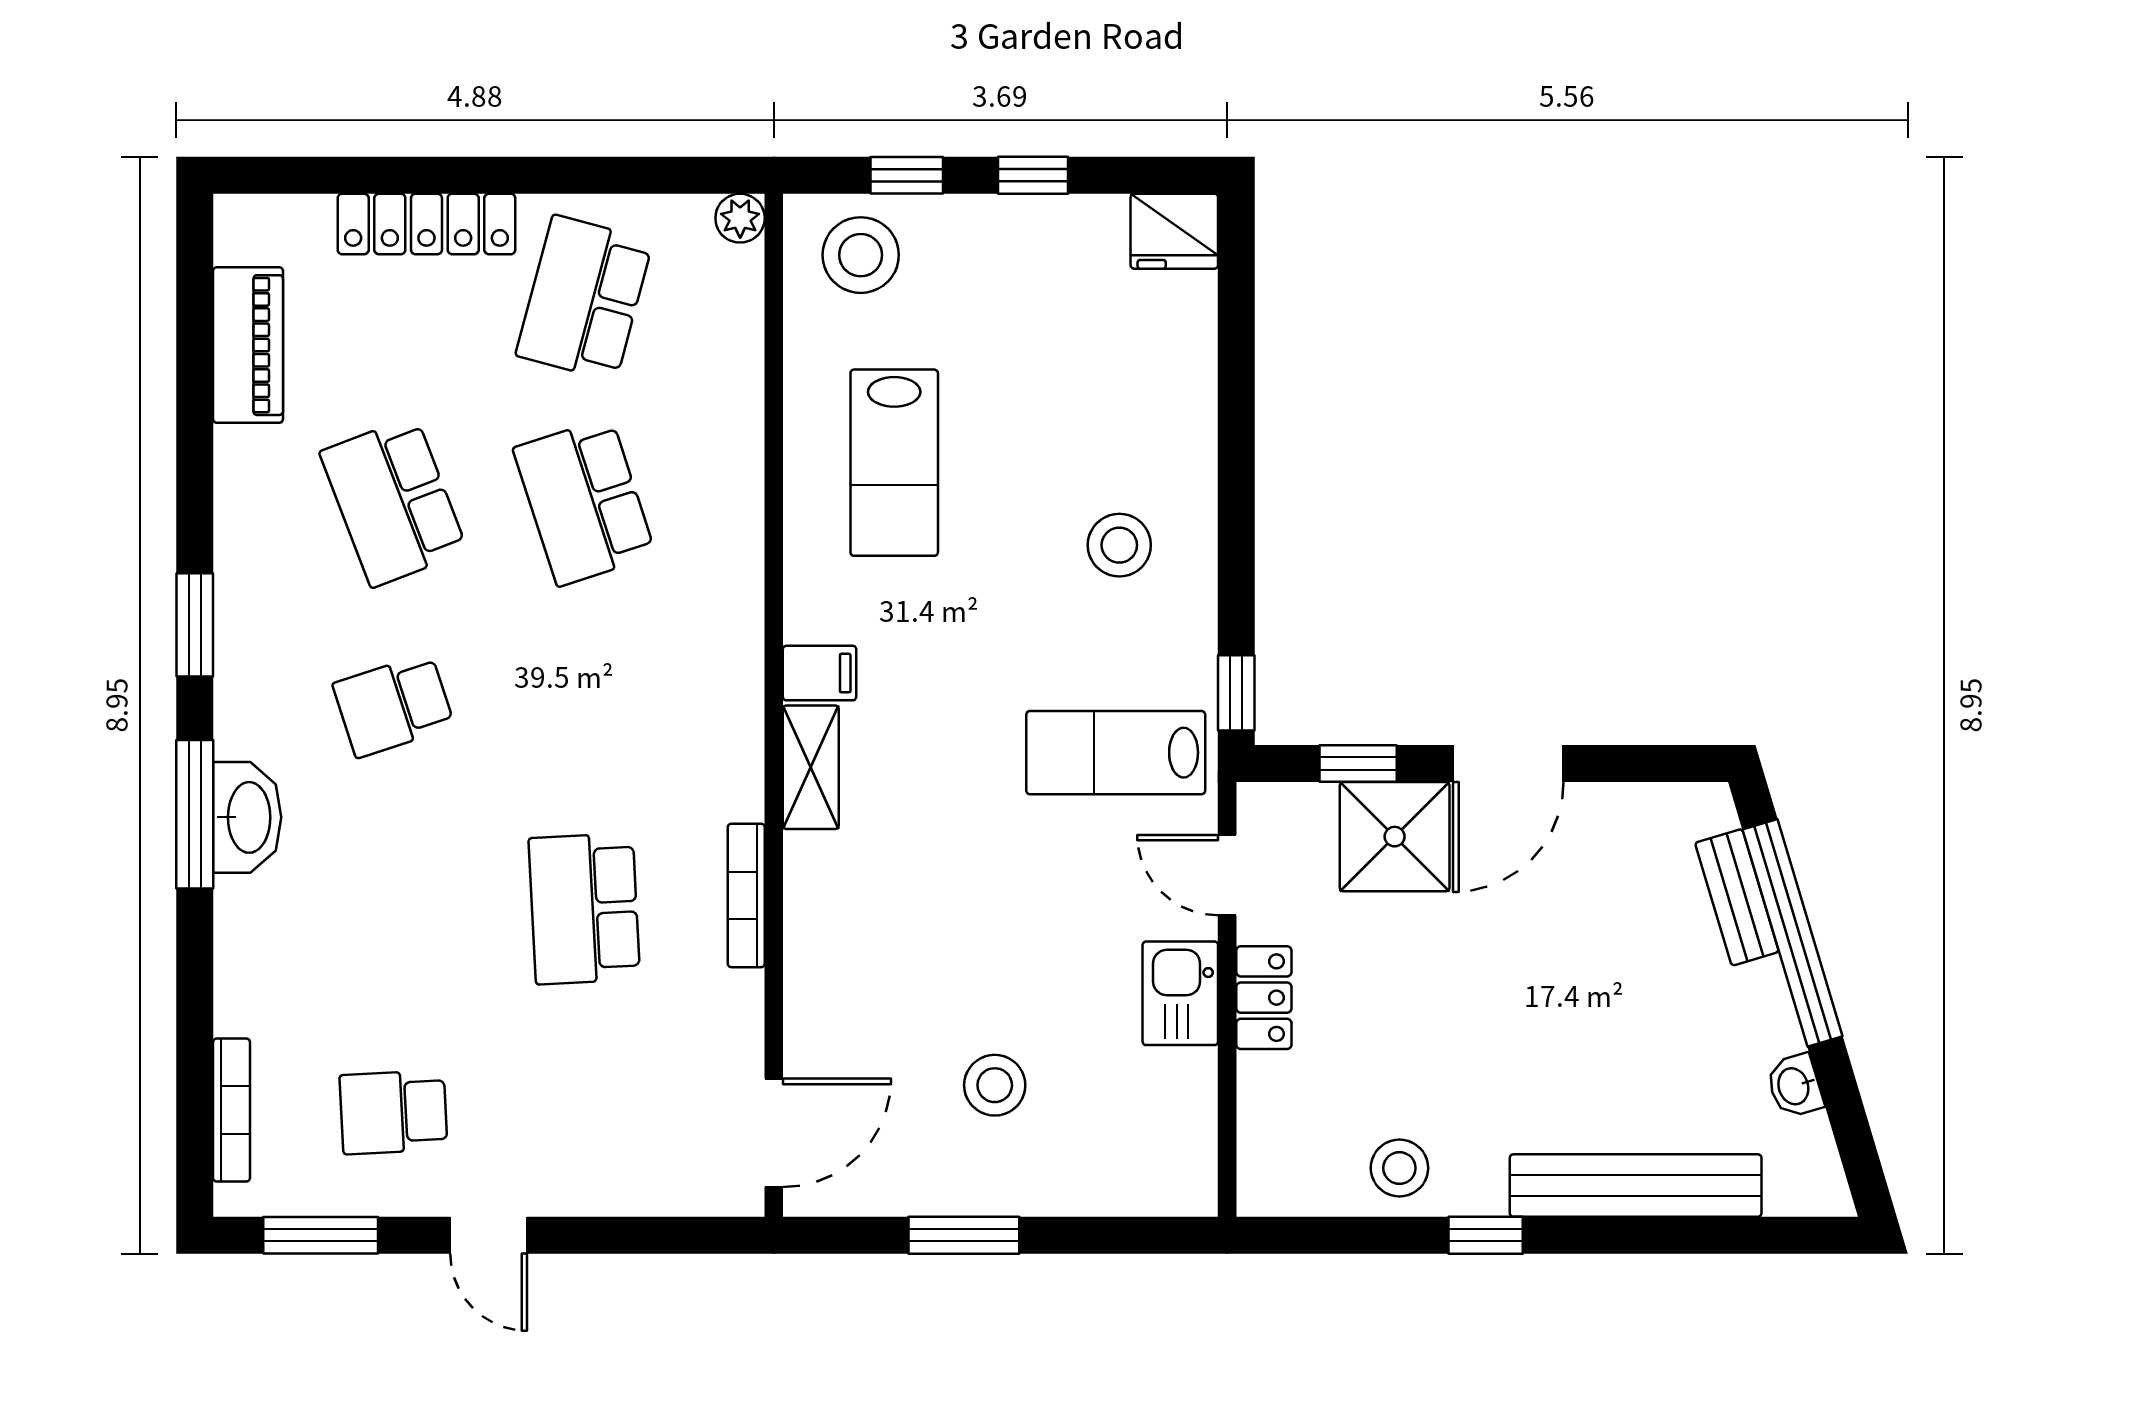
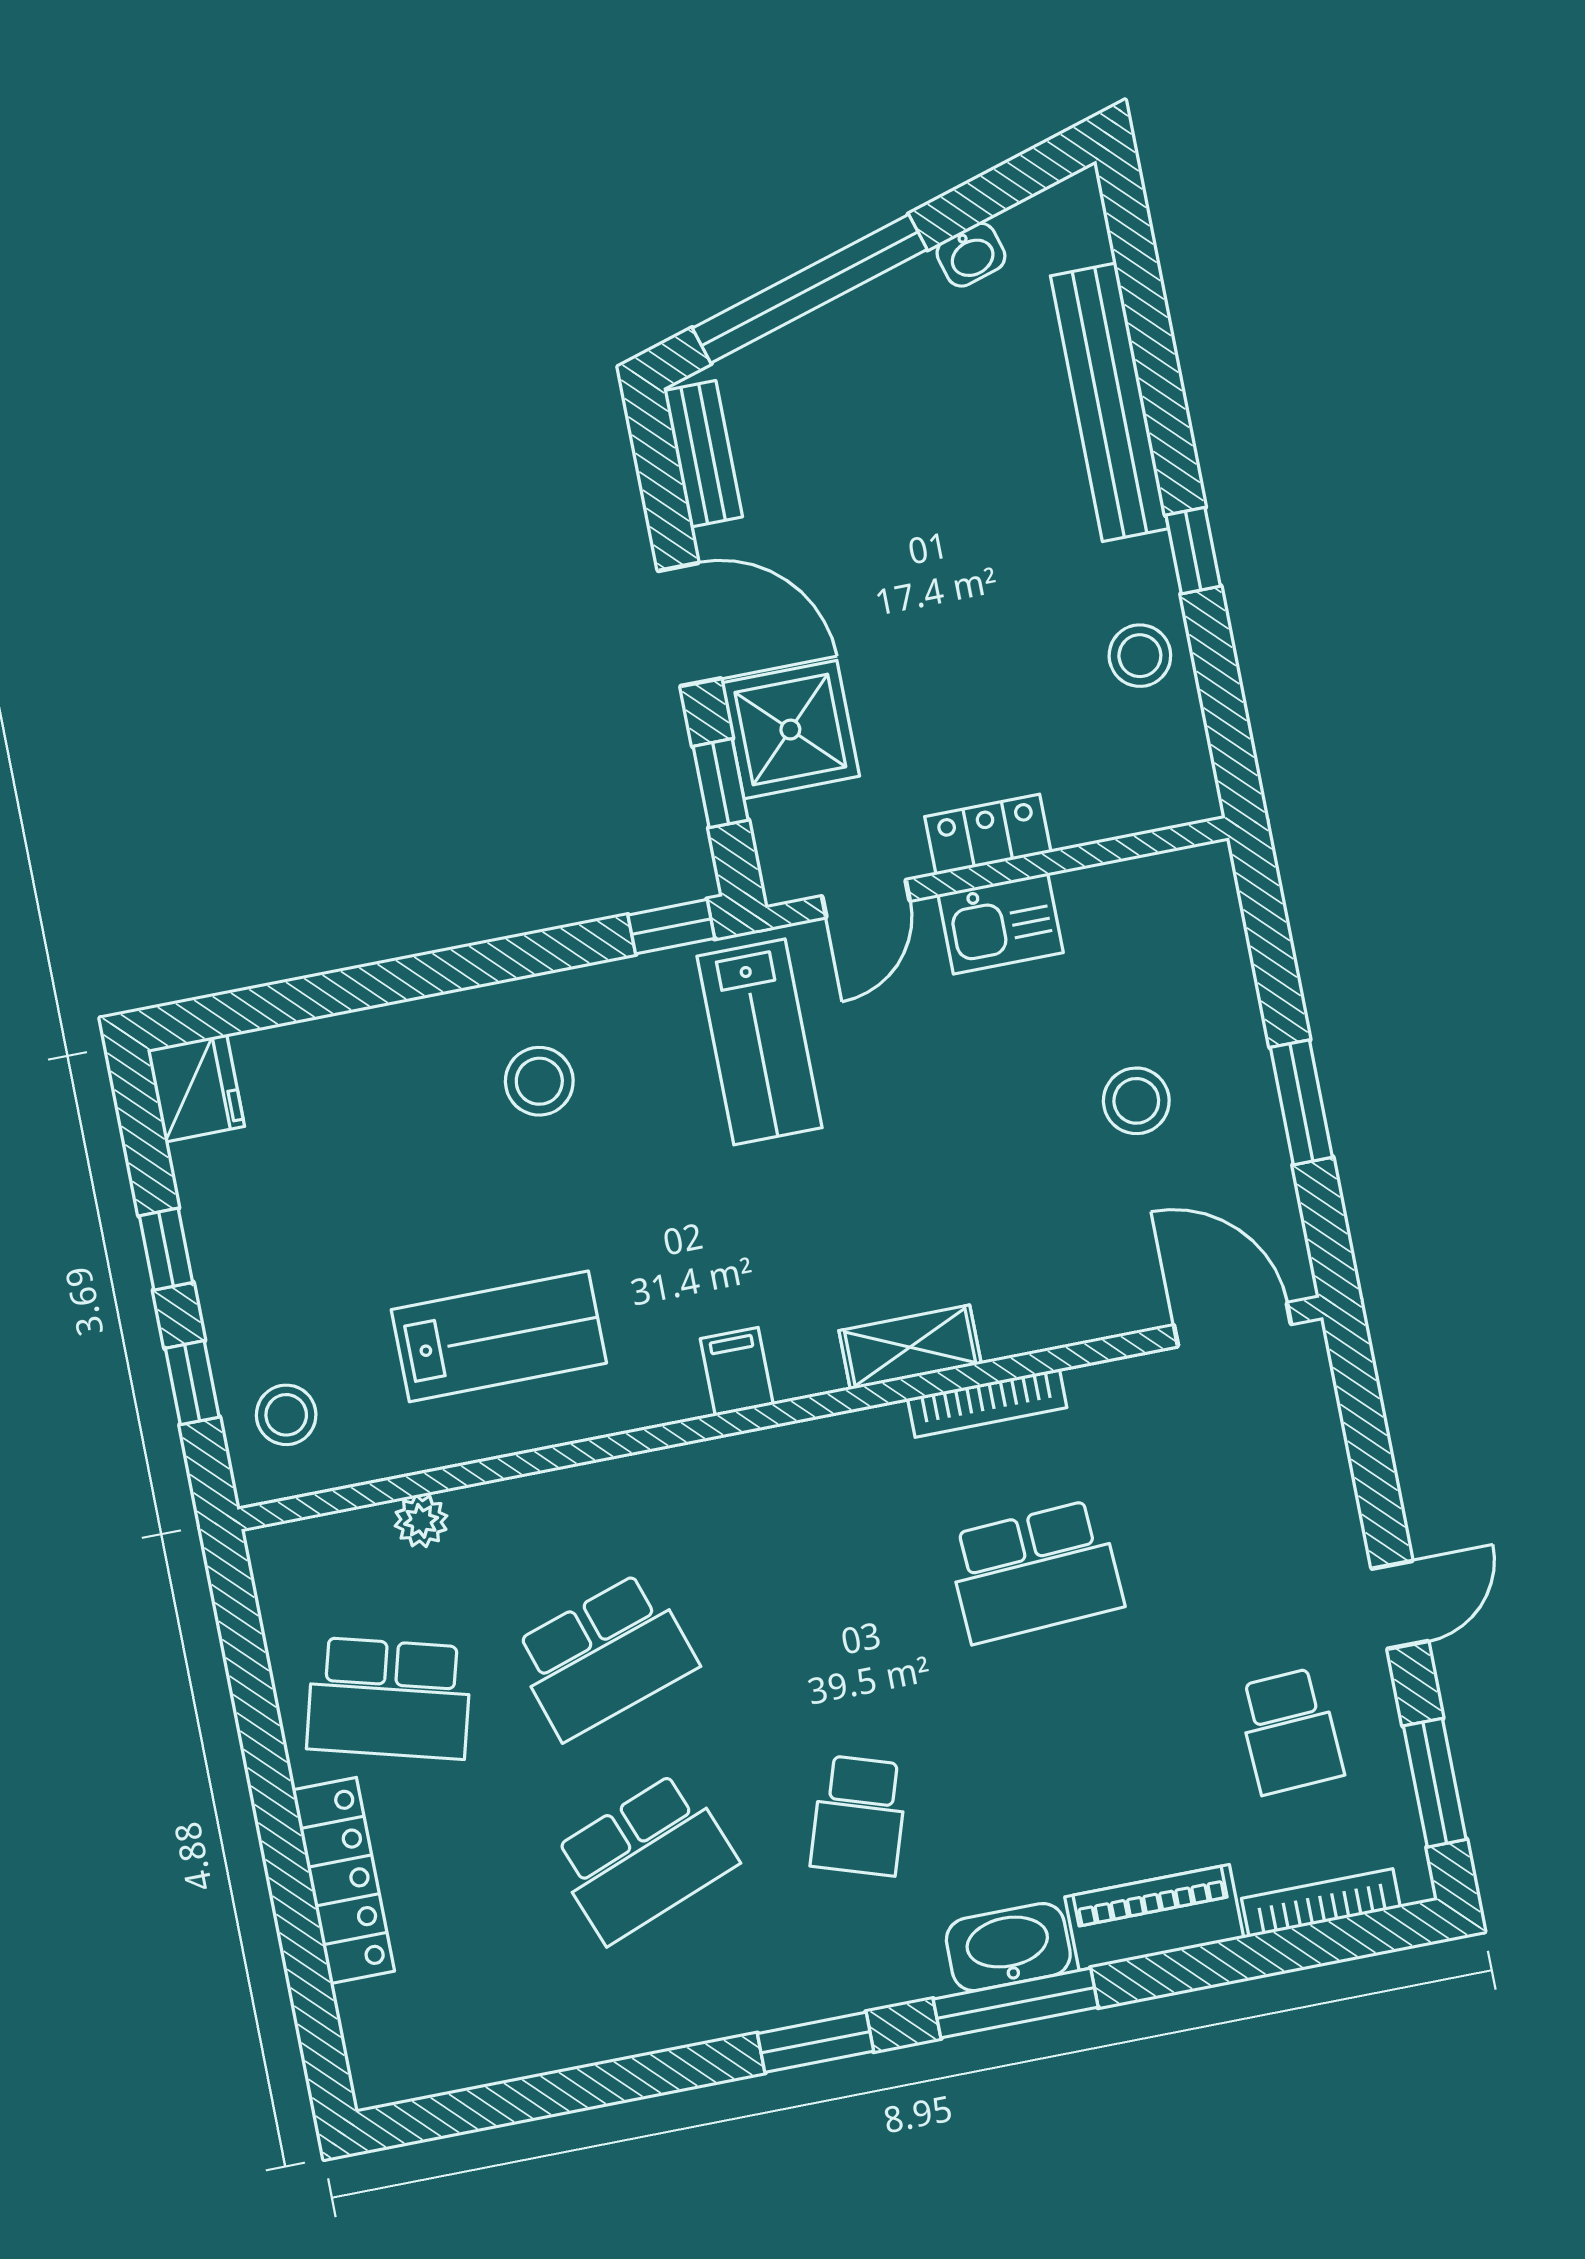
plant: (740, 218) -> (421, 1521), moved
stool: (861, 255) -> (286, 1415), width x0.73, depth x0.73
piano: (248, 345) -> (1154, 1917), moved
school desk: (393, 705) -> (859, 1816), turned 36
shelving: (811, 767) -> (910, 1347), moved
bench: (1737, 897) -> (703, 454), moved, turned -73

